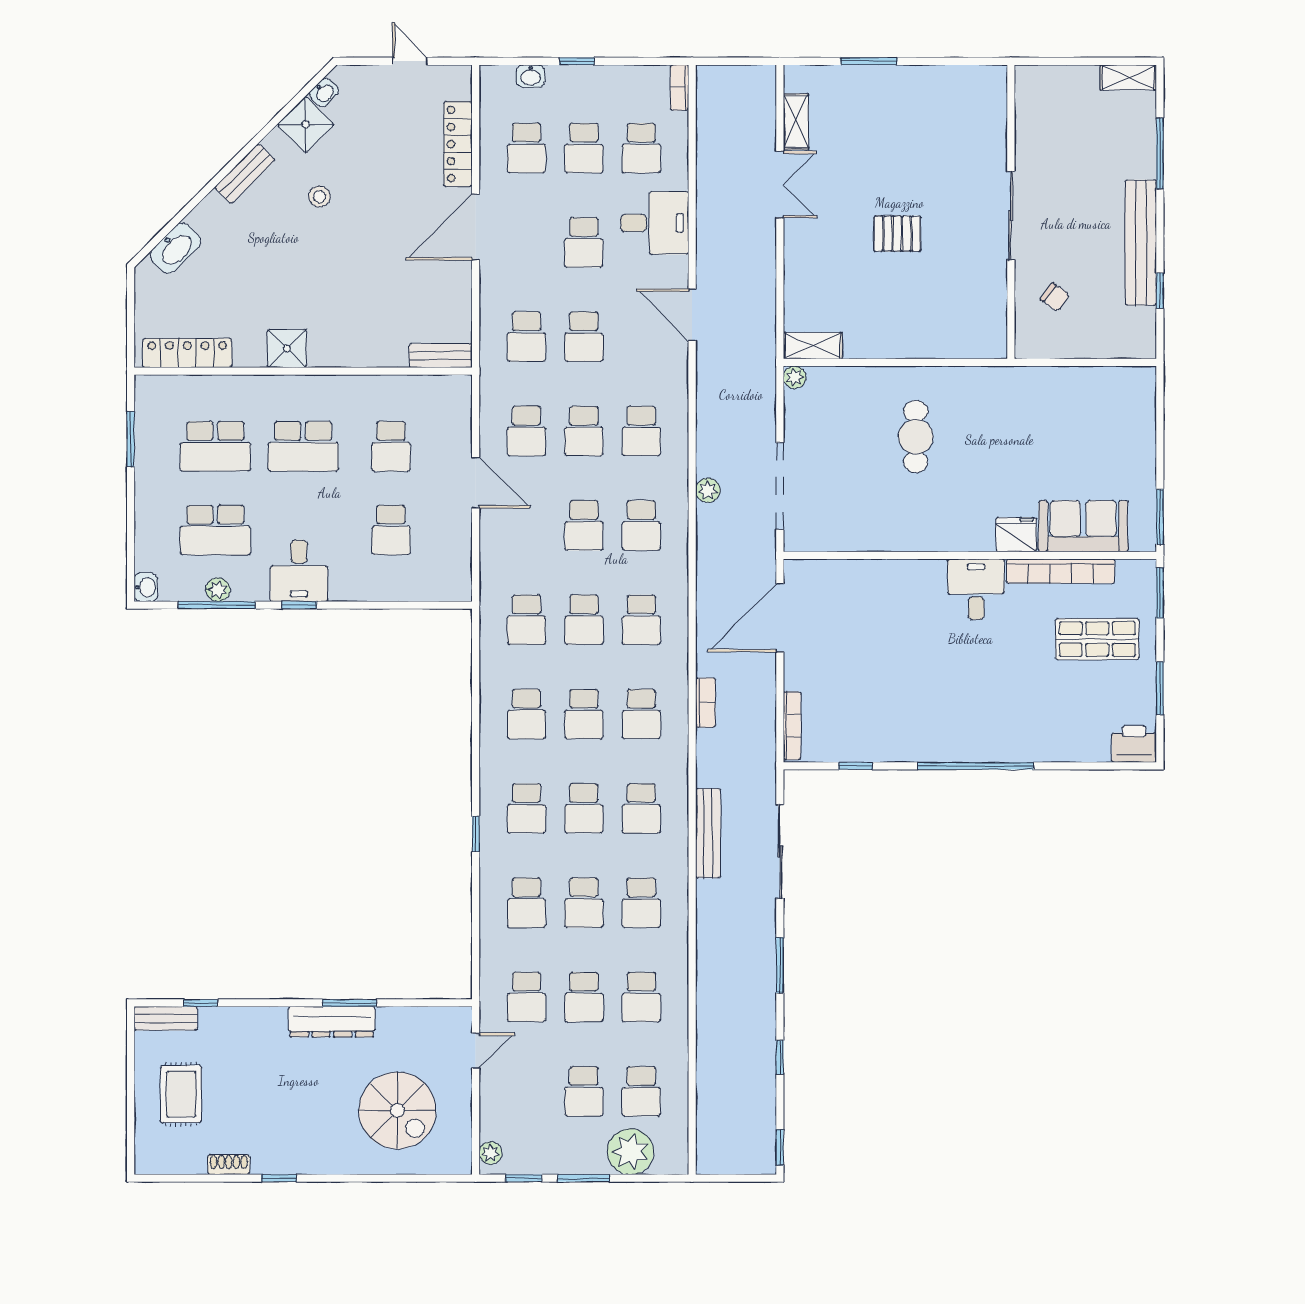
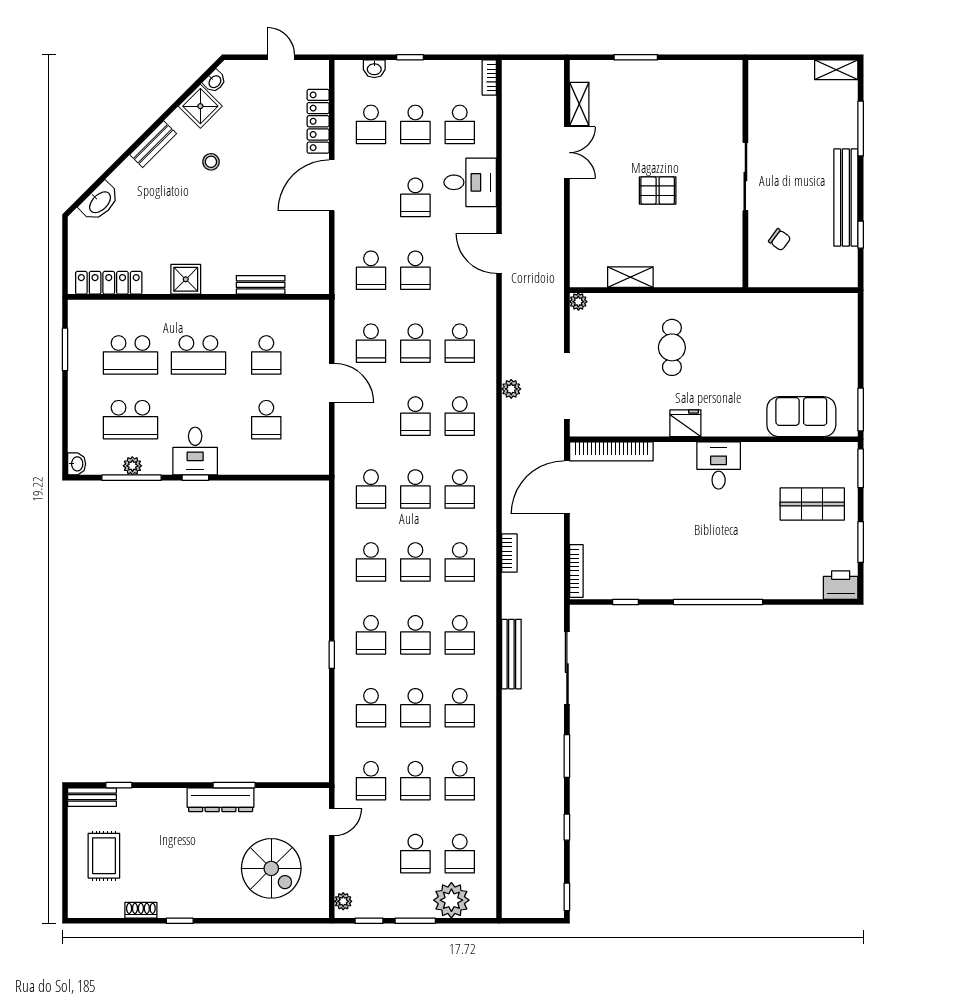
shelving: (813, 346) -> (630, 277), moved
bench: (441, 356) -> (261, 285), moved
fridge: (1016, 535) -> (685, 423), moved
bookcase: (1061, 571) -> (611, 451), moved

